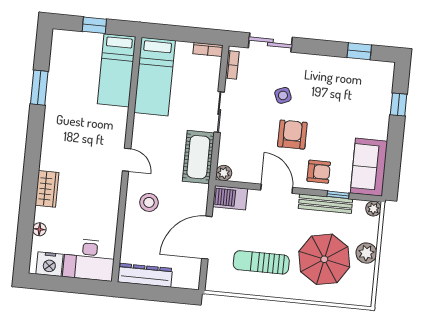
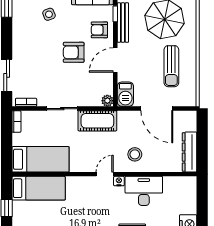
side table: (283, 95) -> (49, 14), moved
armchair: (319, 172) -> (99, 30), turned -90
nightstand: (116, 178) -> (119, 181), added
desk: (89, 260) -> (144, 191), moved, turned -90

